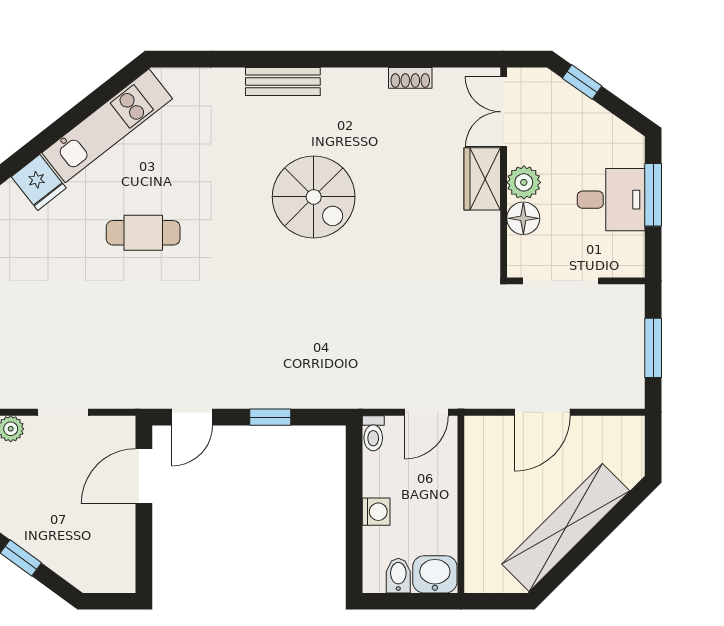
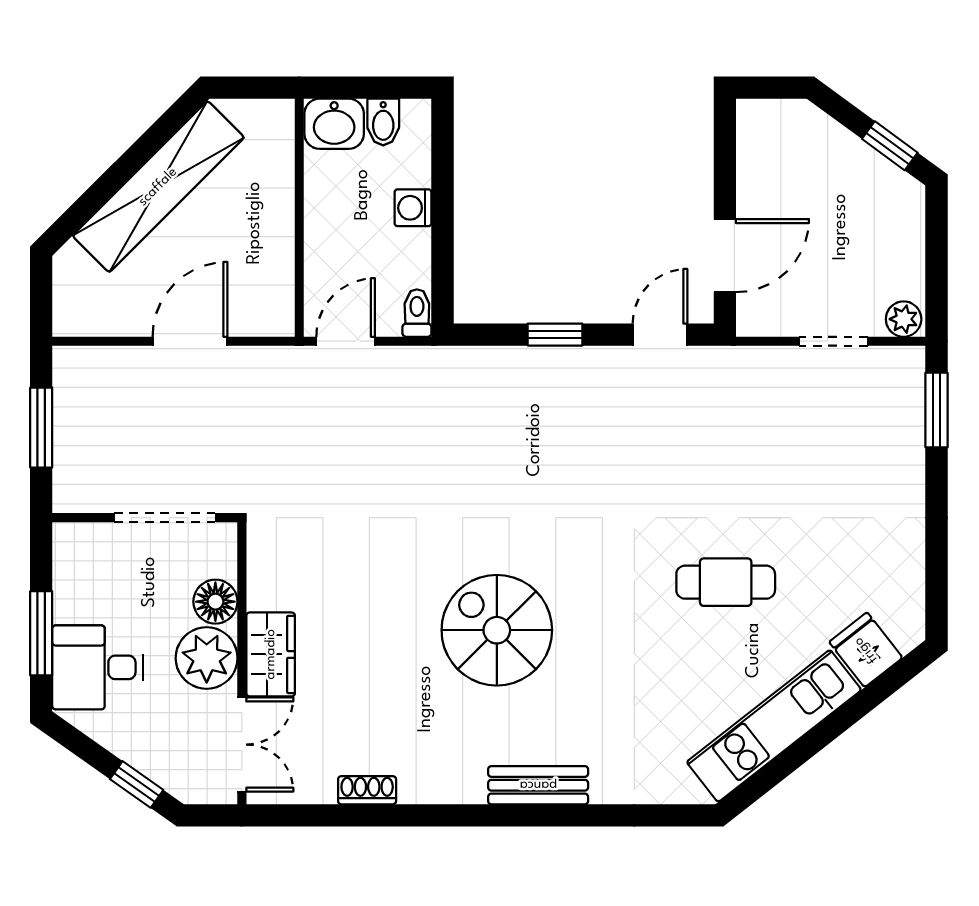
plant: (524, 182) -> (207, 658), width x1.36, depth x1.36
desk: (611, 200) -> (97, 667), moved

